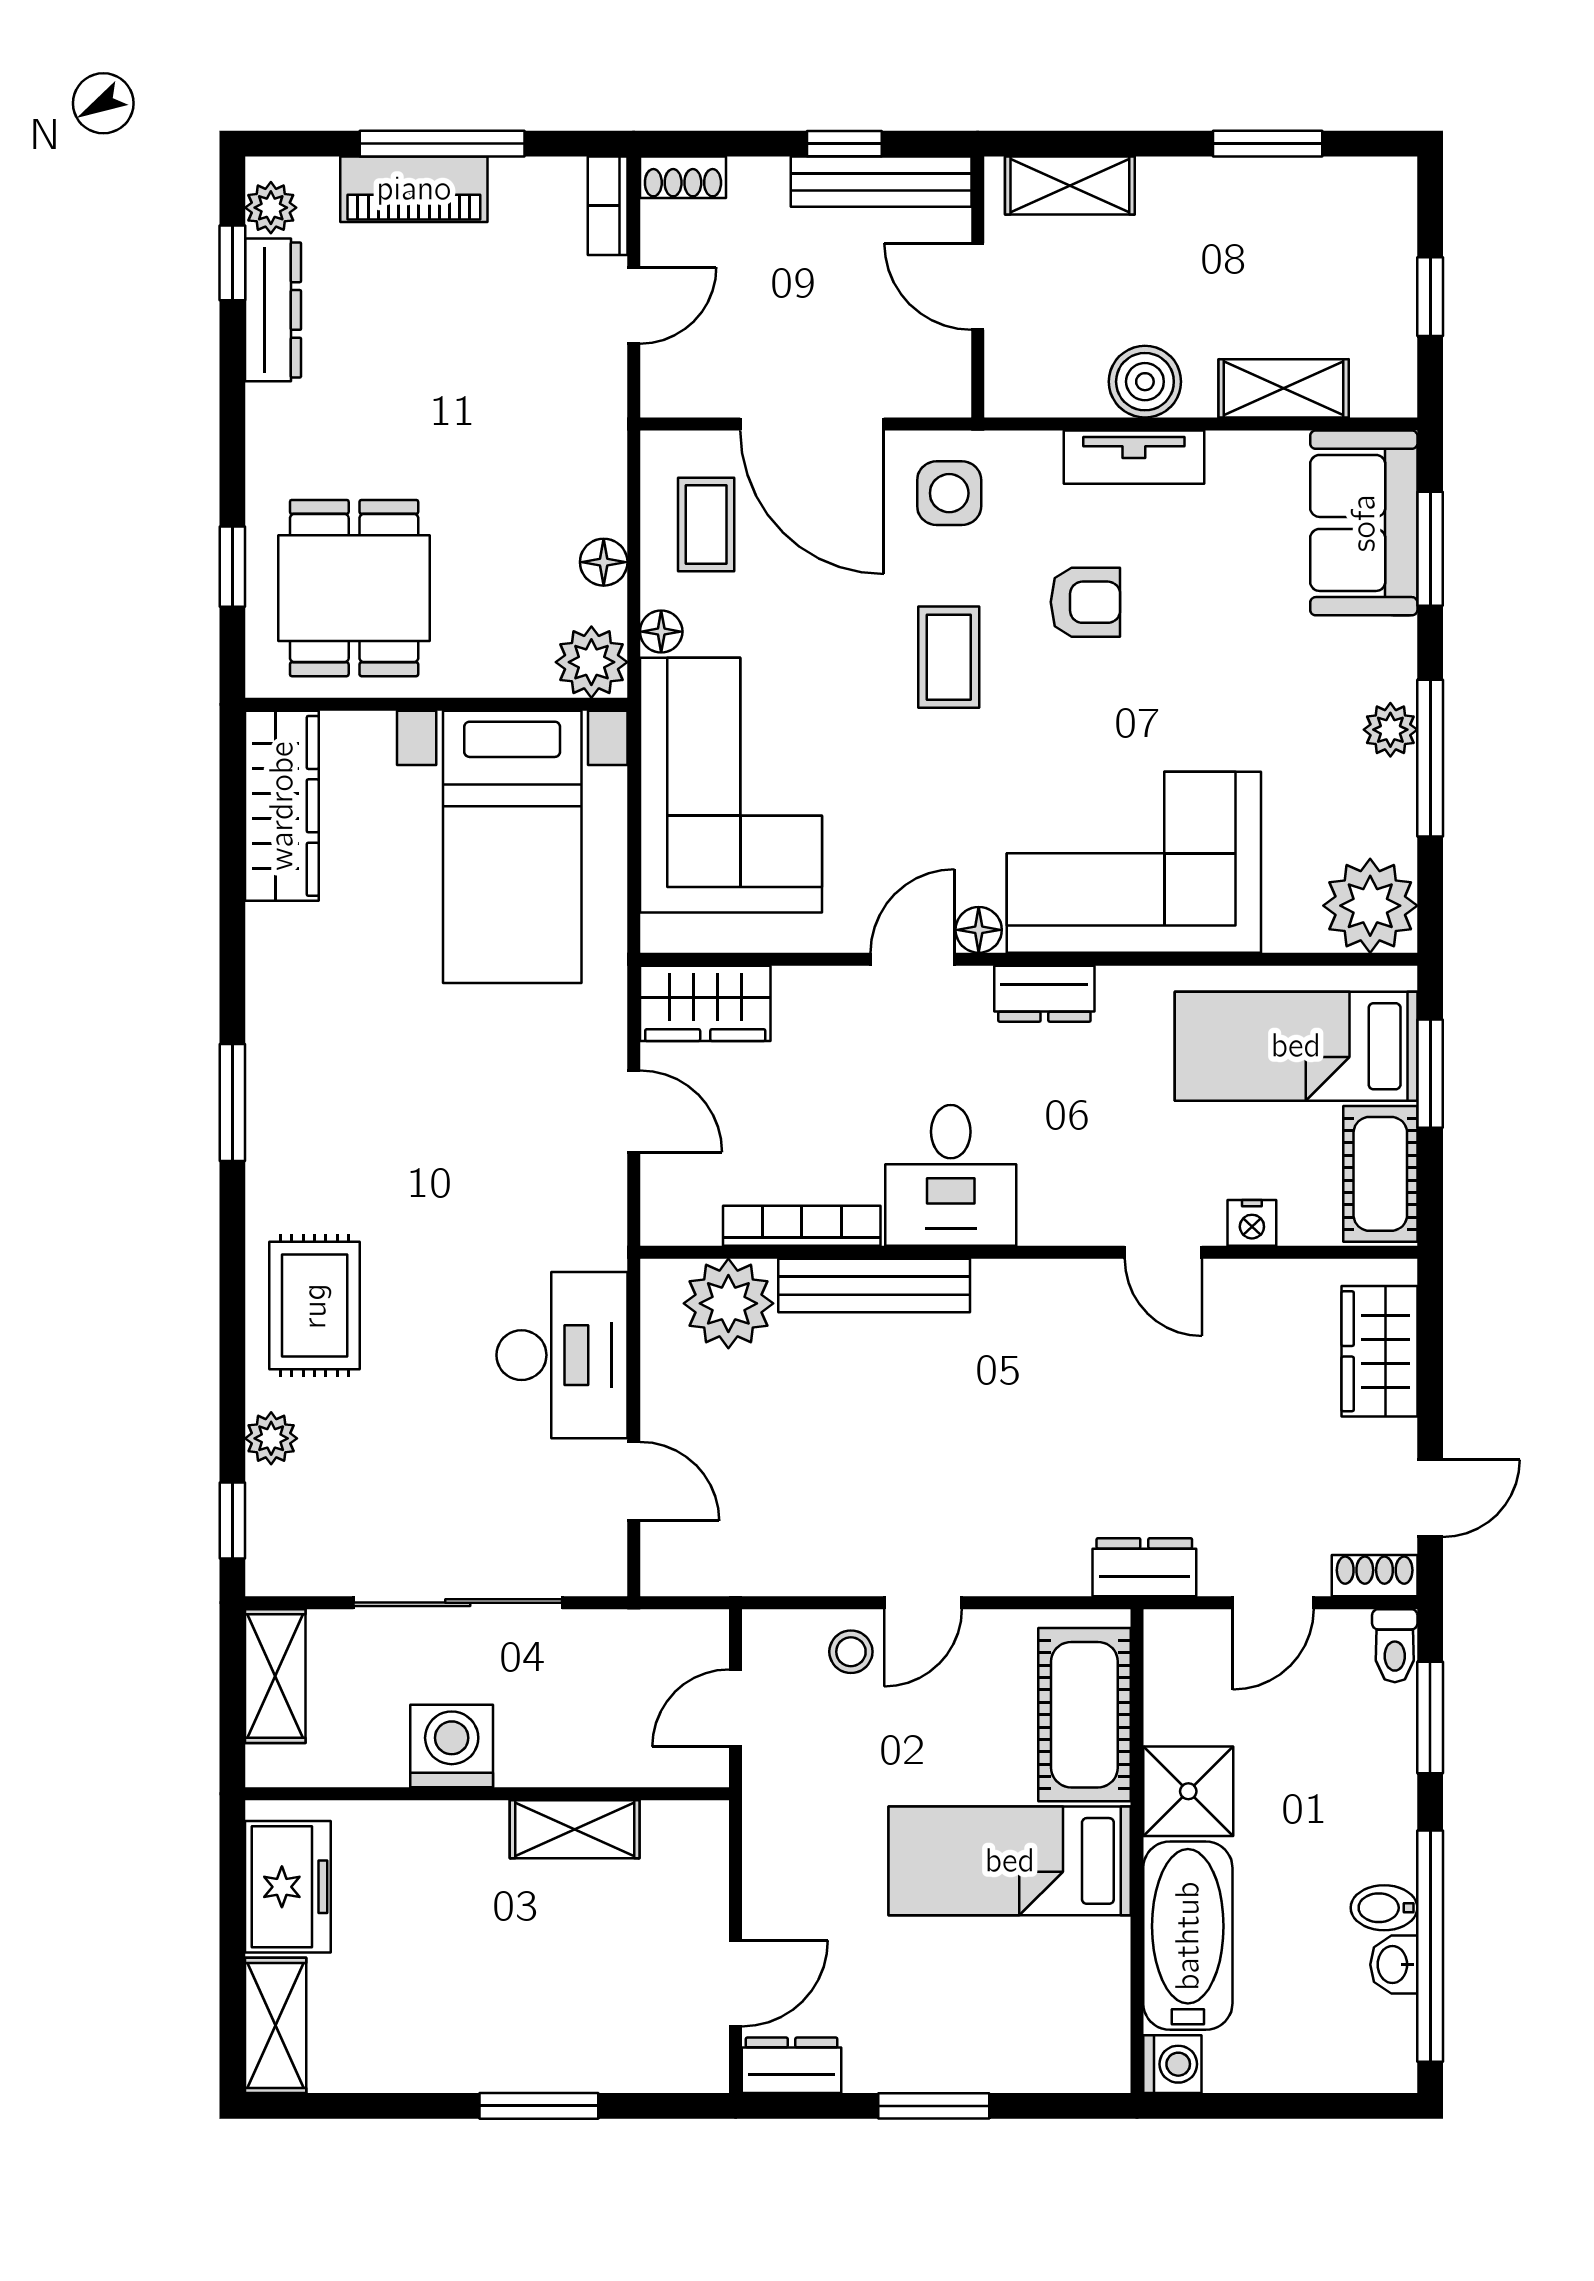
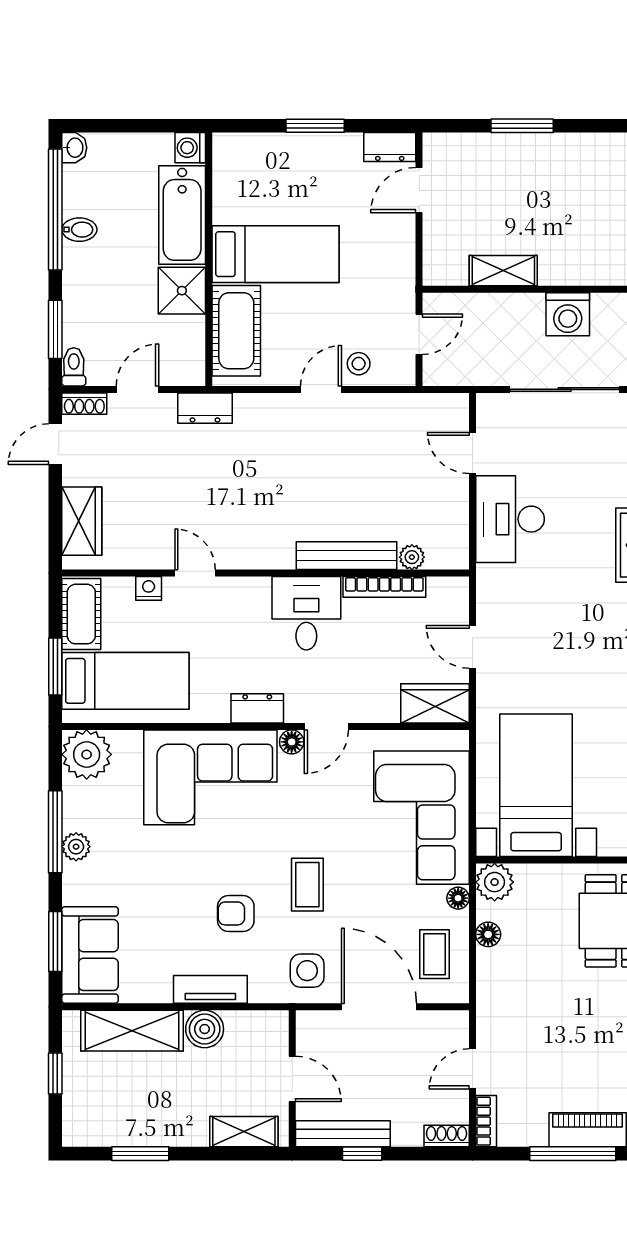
shelving: (1284, 388) -> (132, 1031), width x1.50, depth x1.33
plant: (728, 1303) -> (412, 557), width x0.53, depth x0.53
washbasin: (1394, 1965) -> (74, 148), moved

